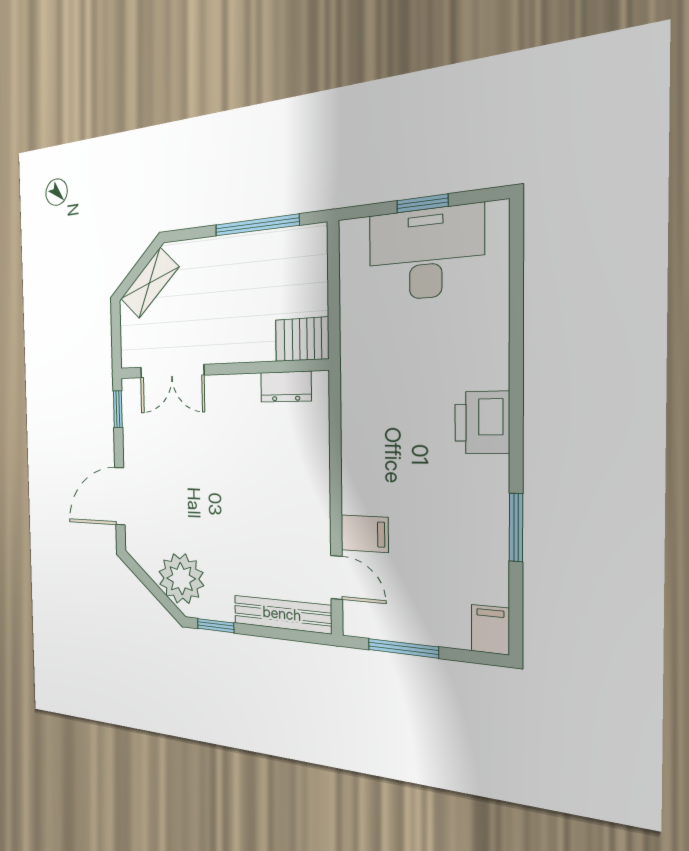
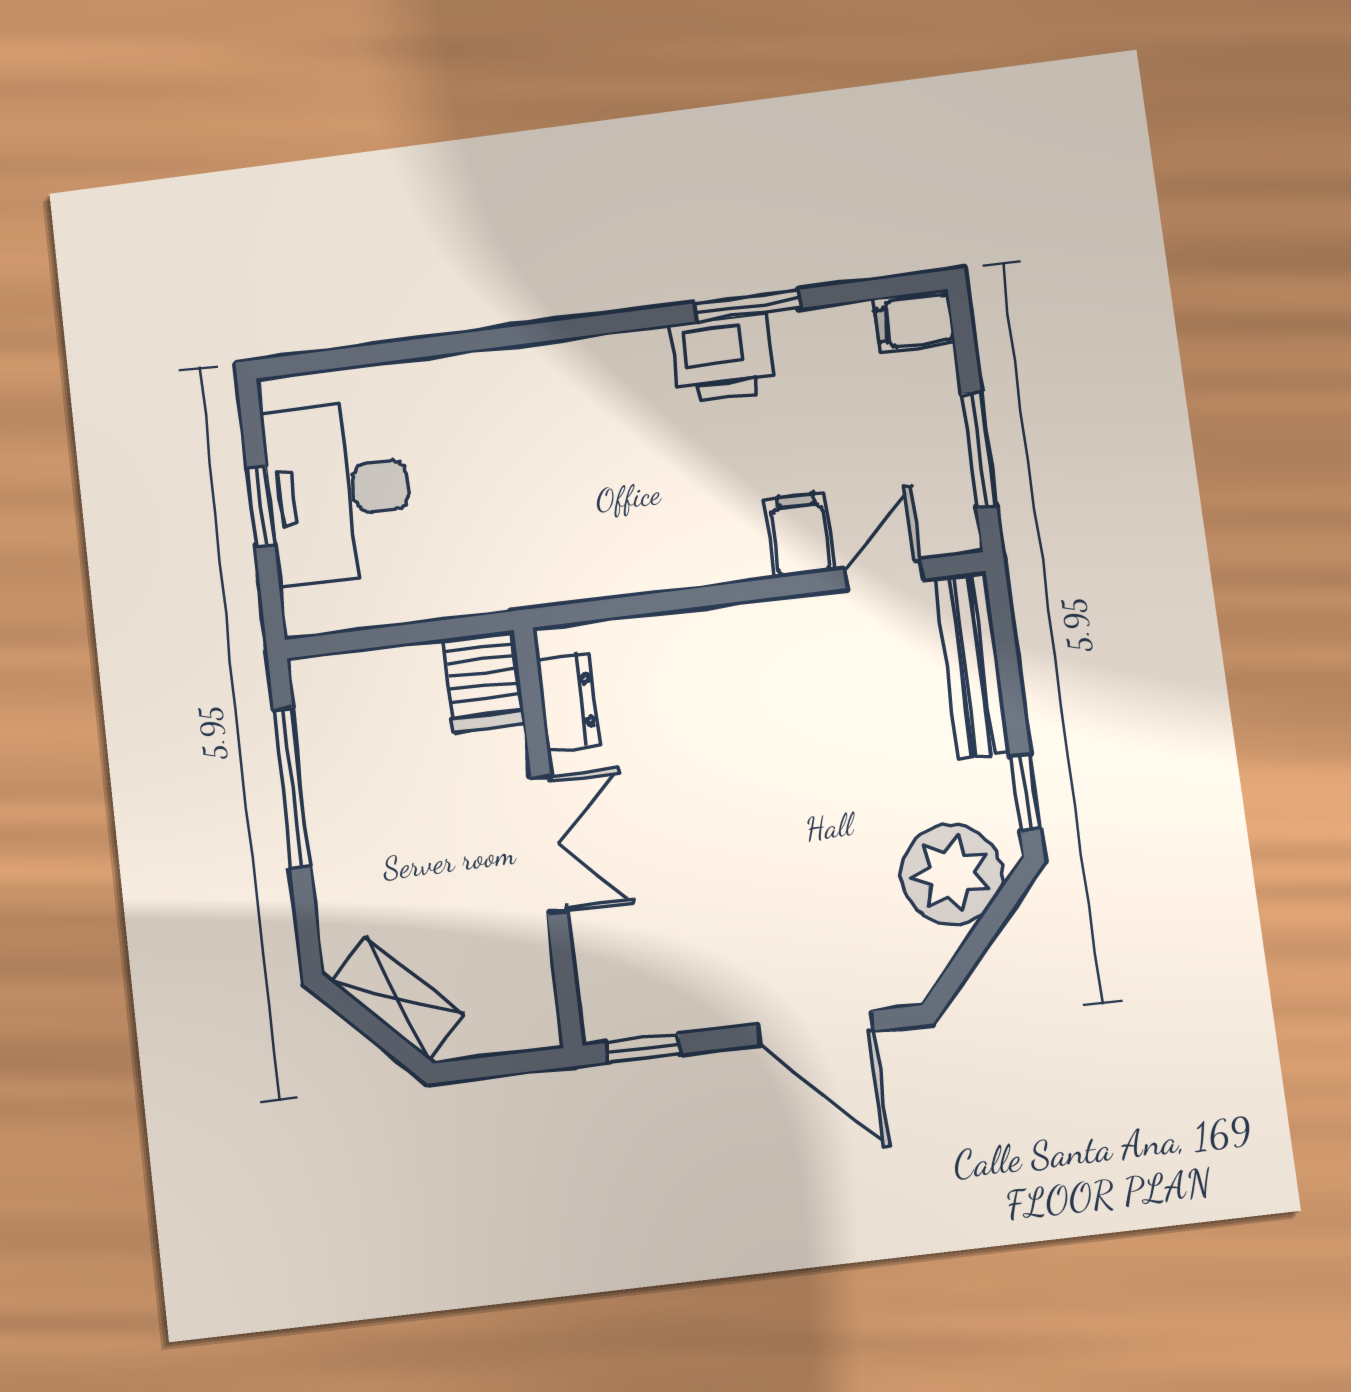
double door: (172, 371) -> (549, 845), moved
printer: (482, 423) -> (723, 358), moved

